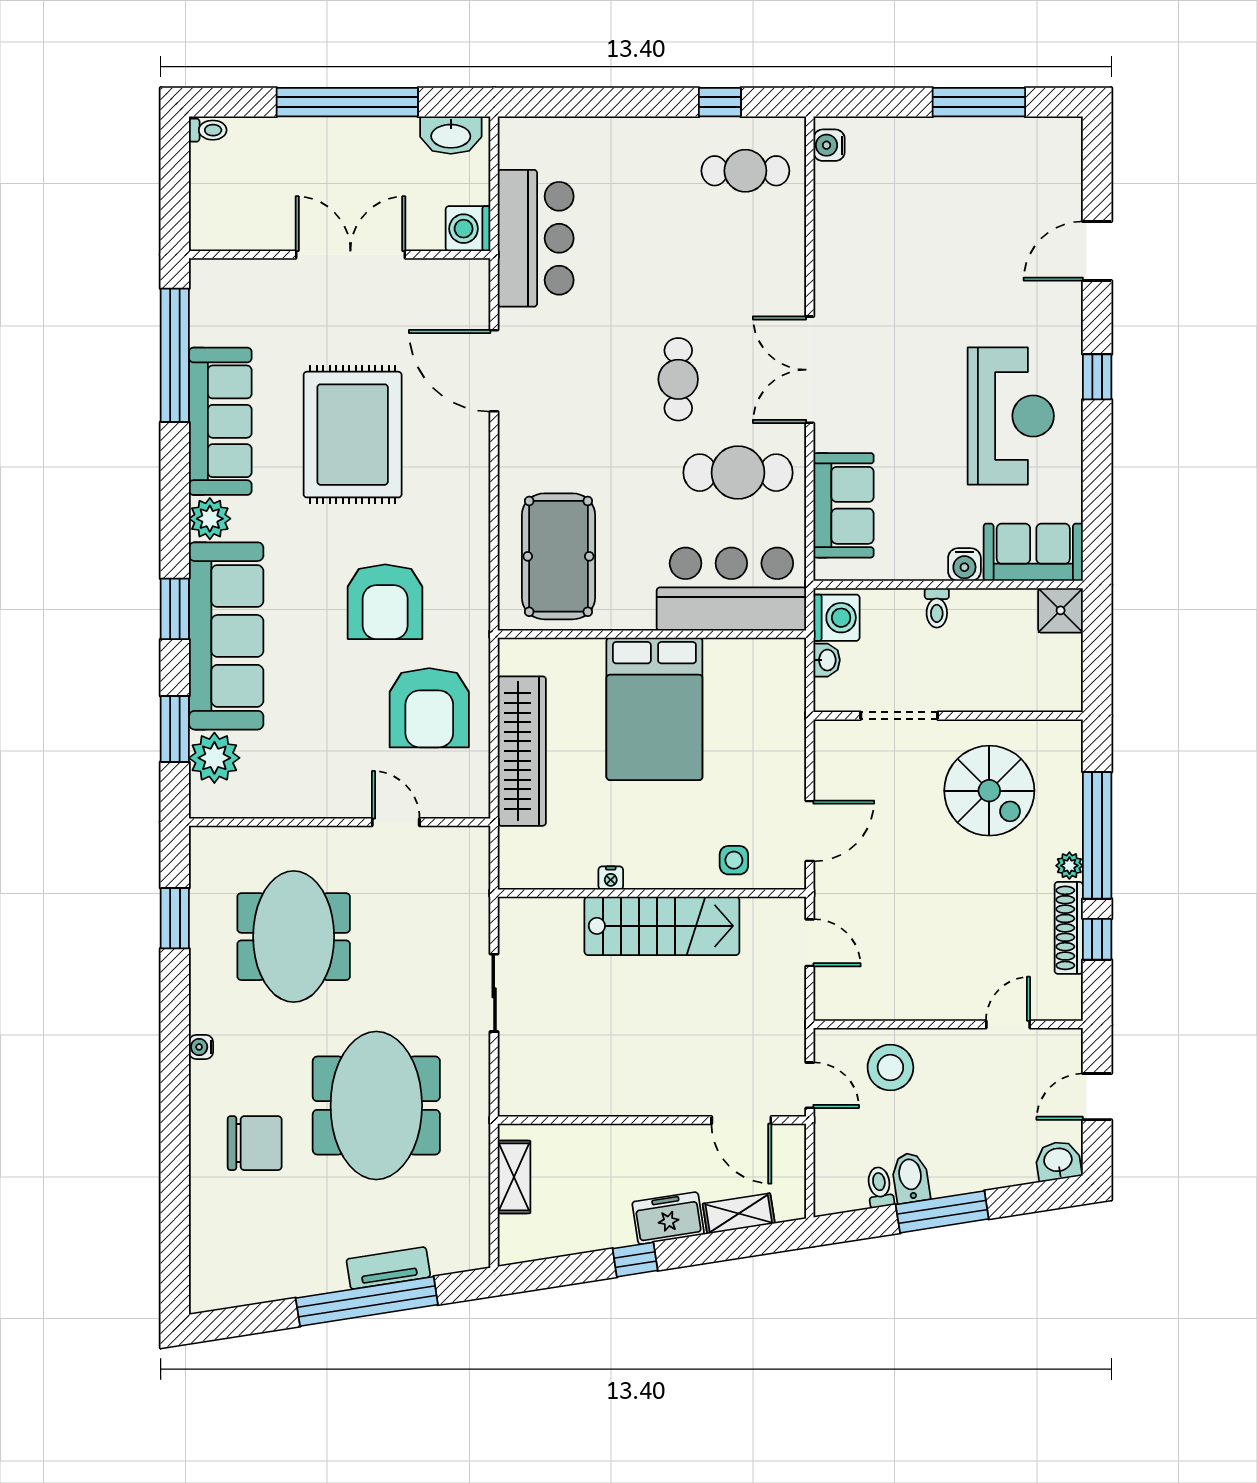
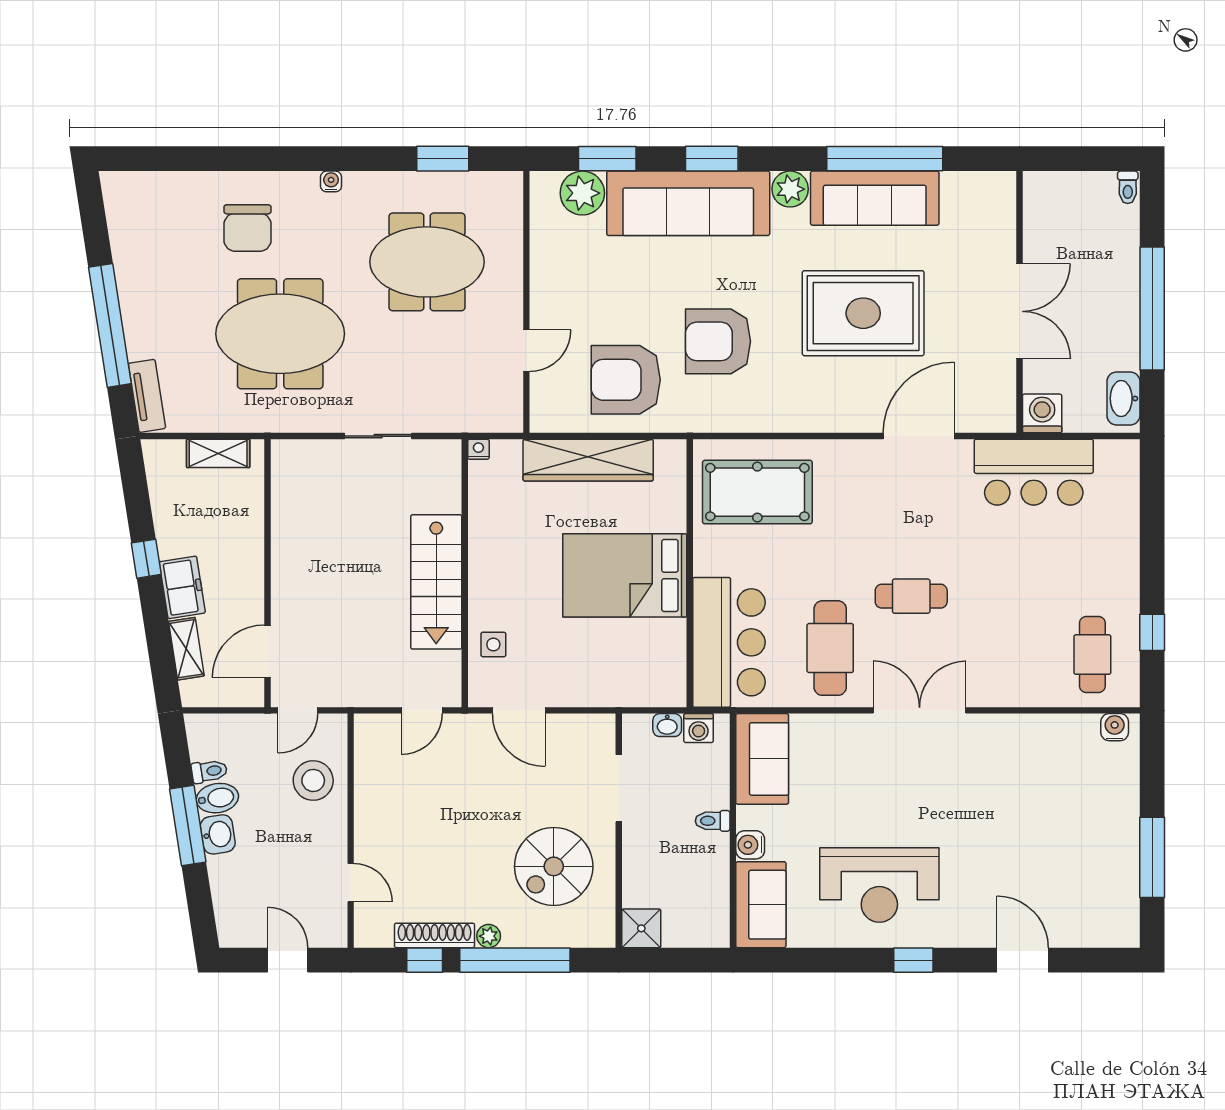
window: (175, 355) -> (885, 159), moved
sofa: (844, 505) -> (762, 759), moved, turned -90
shower: (1061, 610) -> (641, 928), moved
washing machine: (836, 618) -> (699, 728), width x0.73, depth x0.73
nightstand: (611, 878) -> (478, 449), moved, turned 90
washbasin: (1058, 1161) -> (218, 834), moved
tv unit: (388, 1268) -> (147, 396), moved

